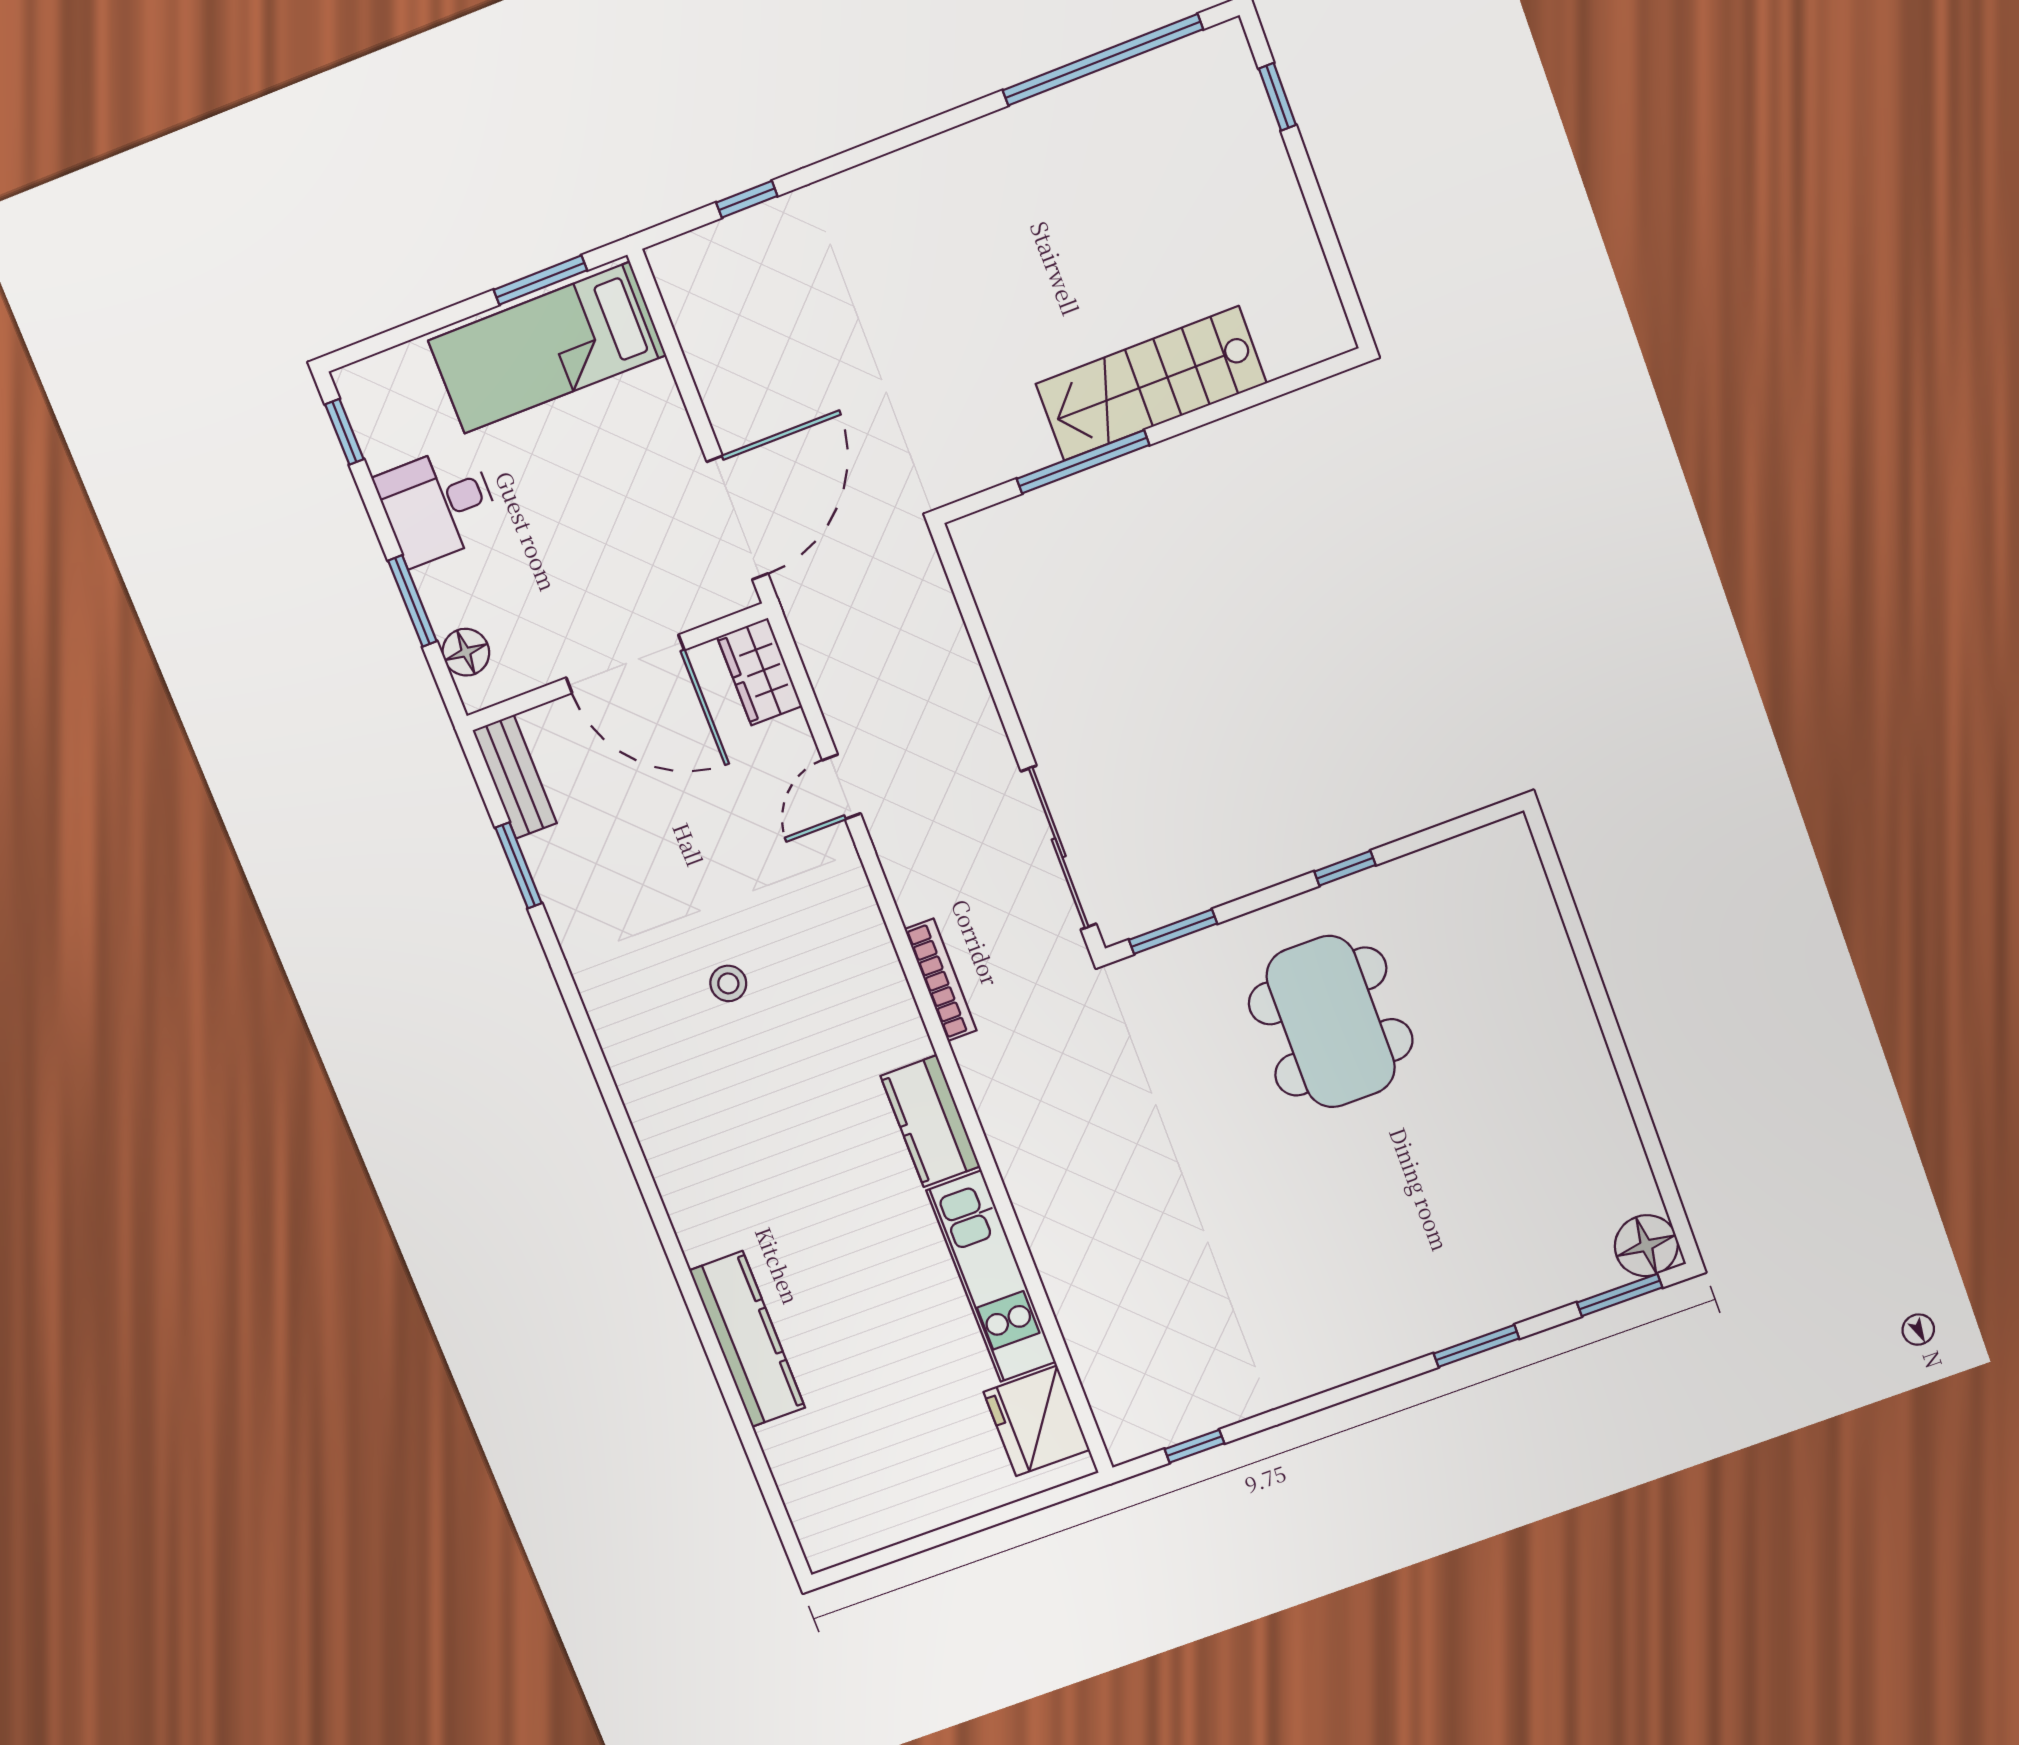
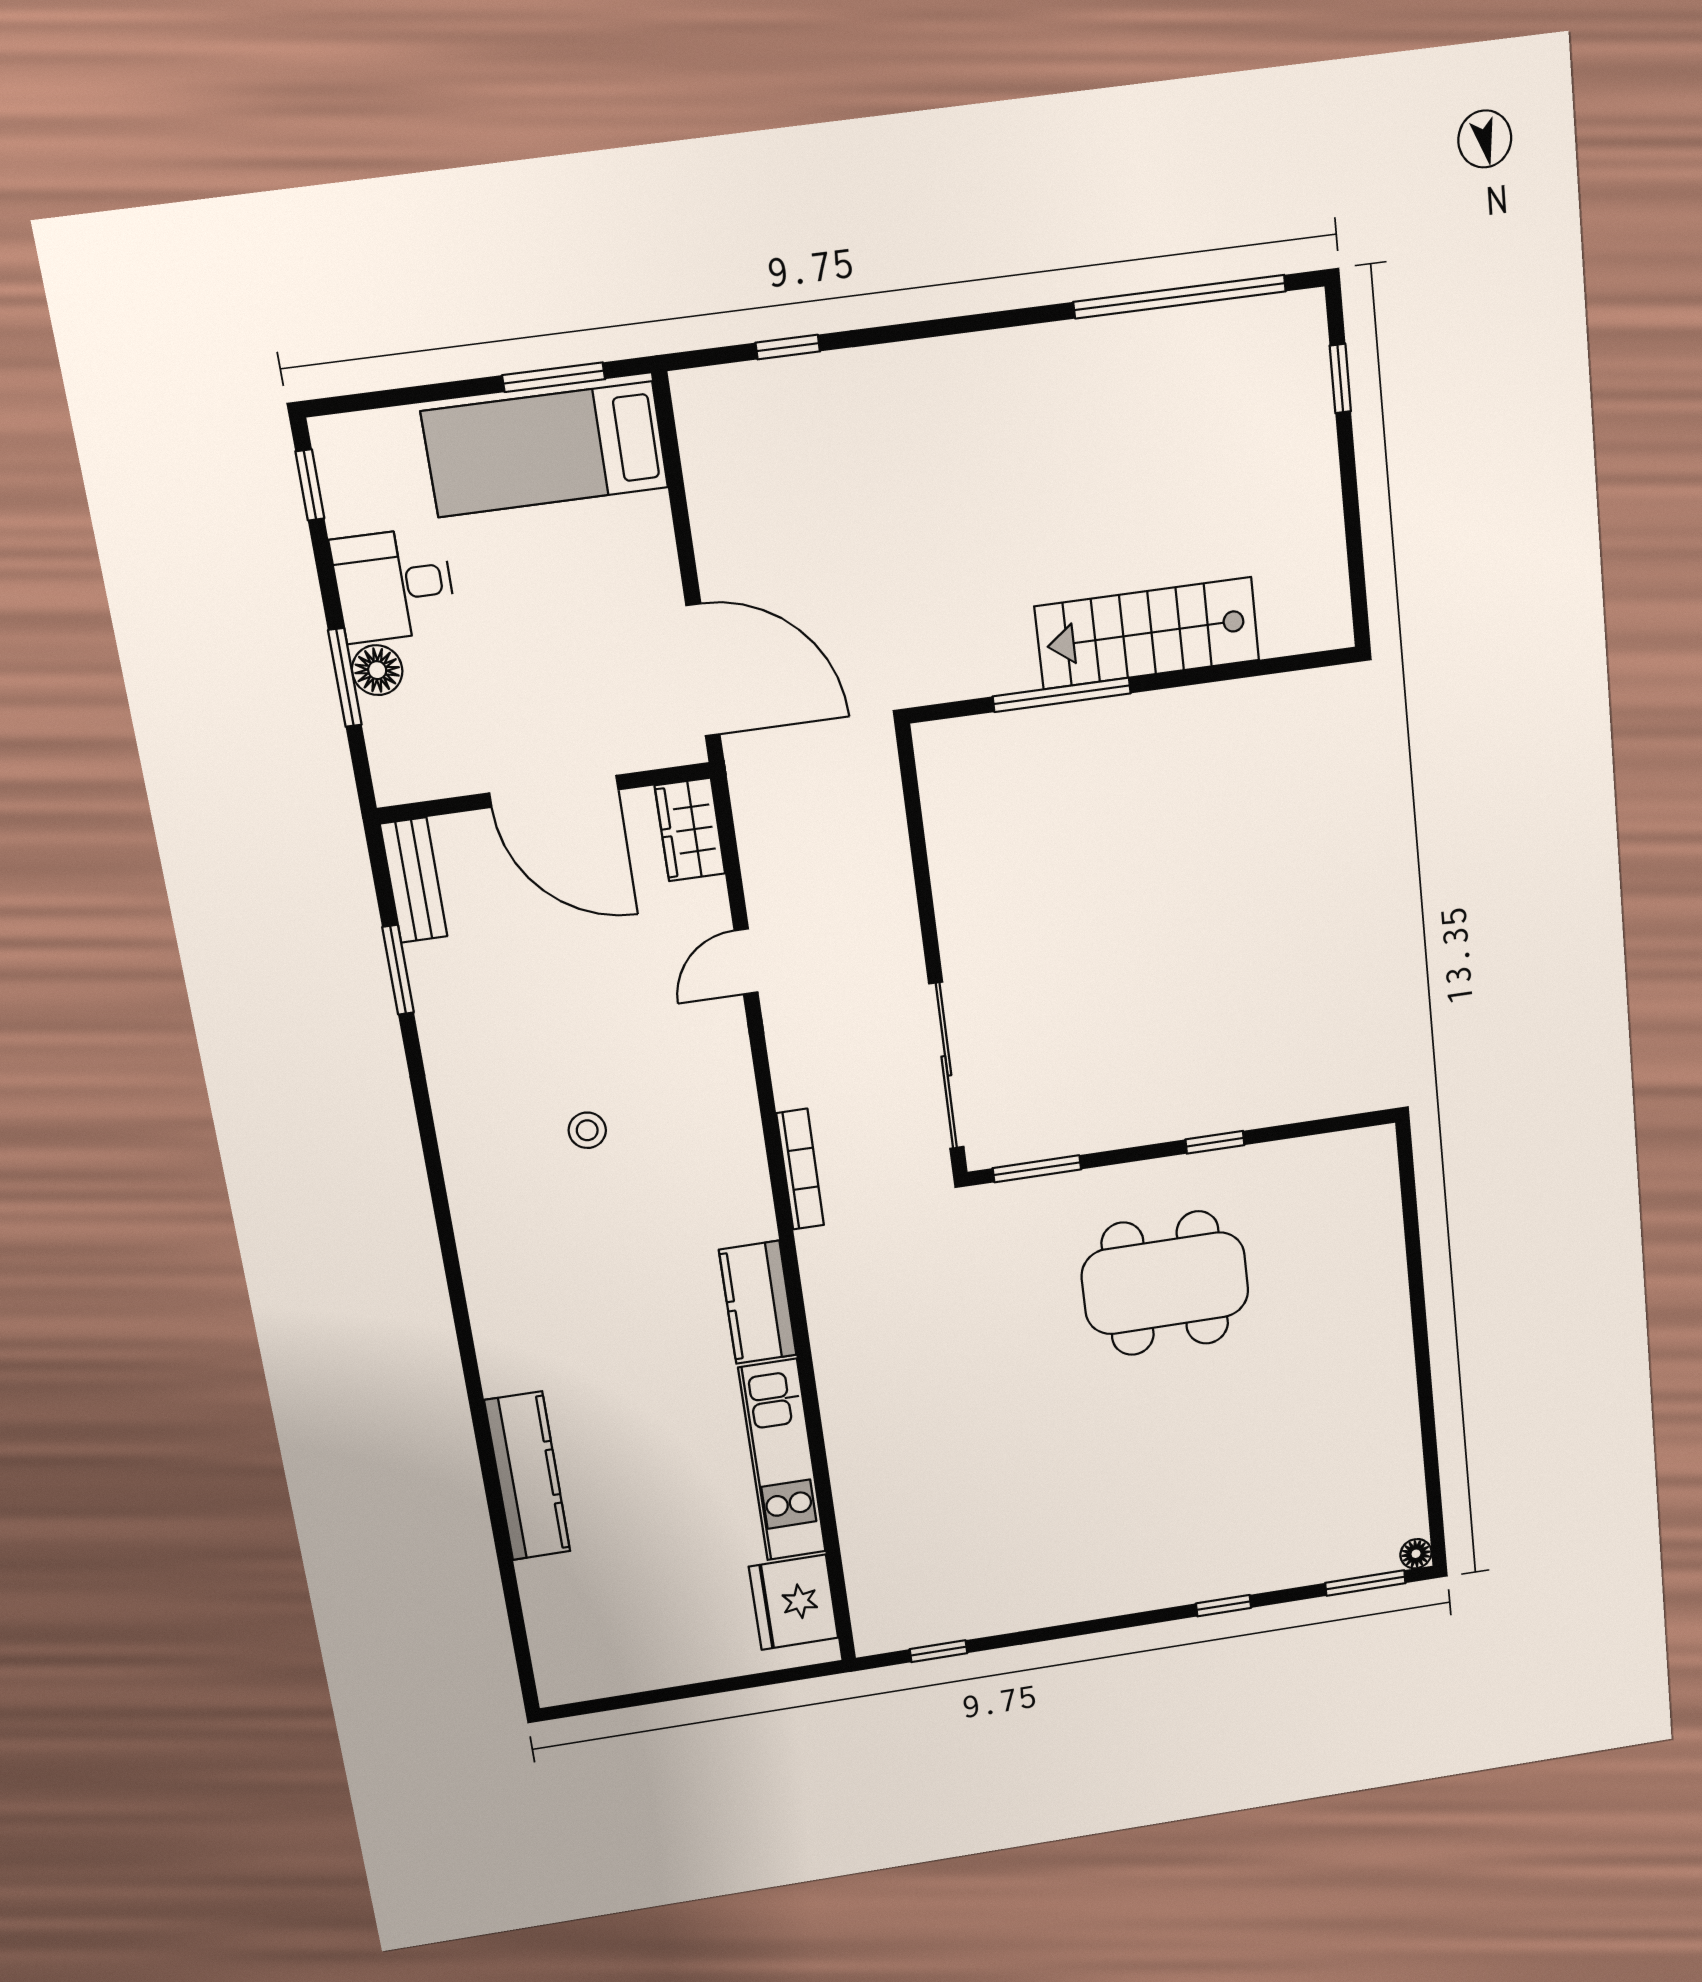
door: (737, 518) -> (703, 670), hinge flipped
floor lamp: (466, 652) -> (377, 670), moved
dining table: (1331, 1022) -> (1165, 1283), turned 90
floor lamp: (1646, 1246) -> (1416, 1554), width x0.53, depth x0.53
window: (1476, 1346) -> (1224, 1606), width x0.67

